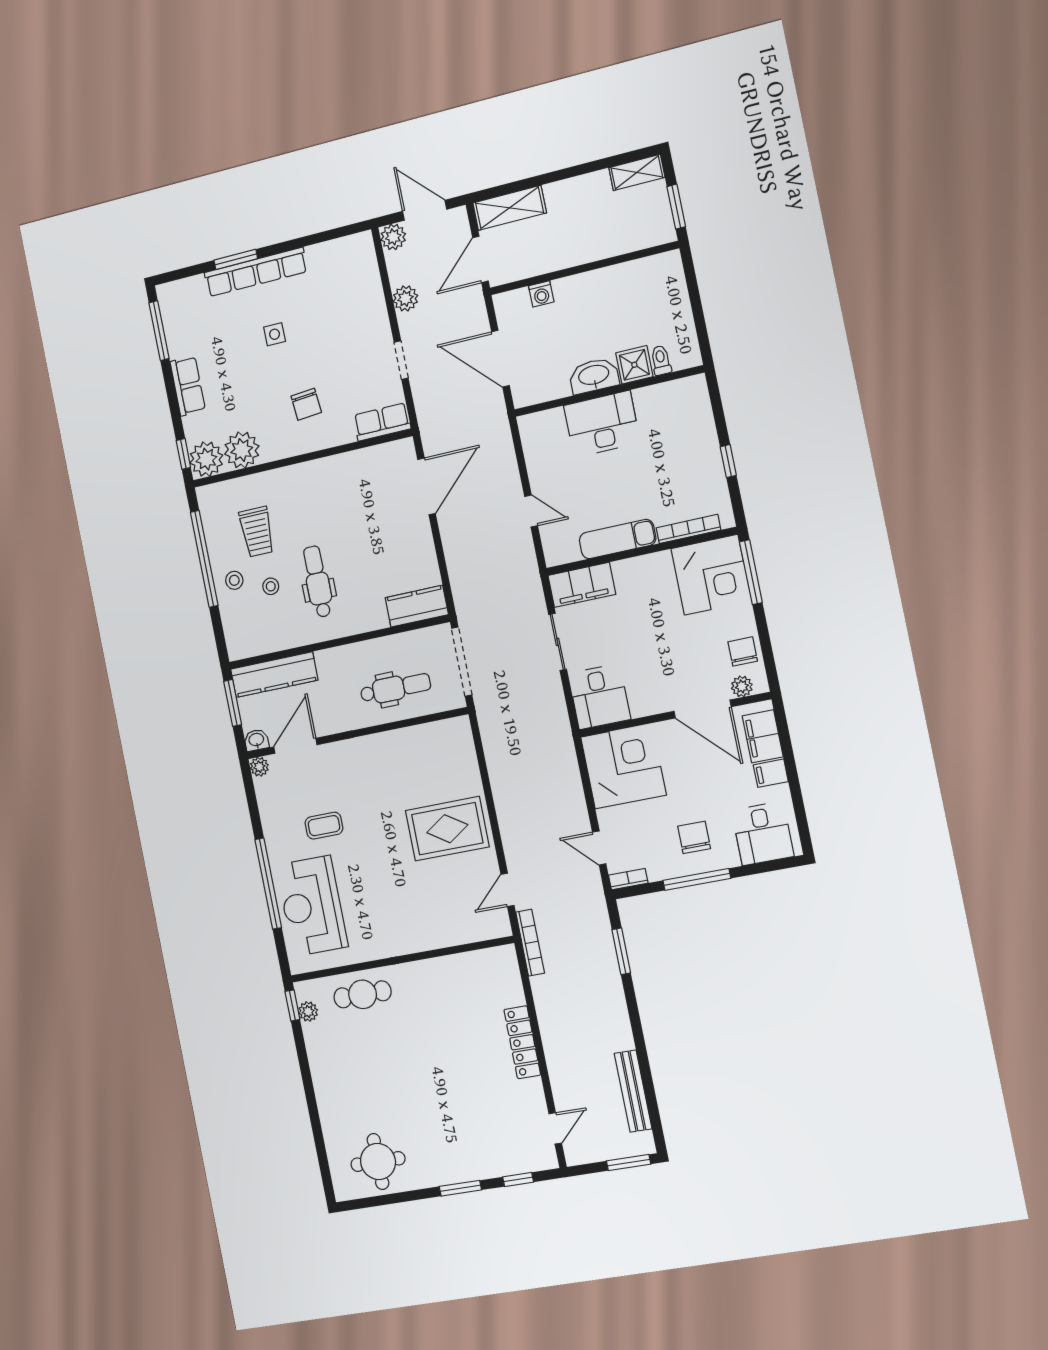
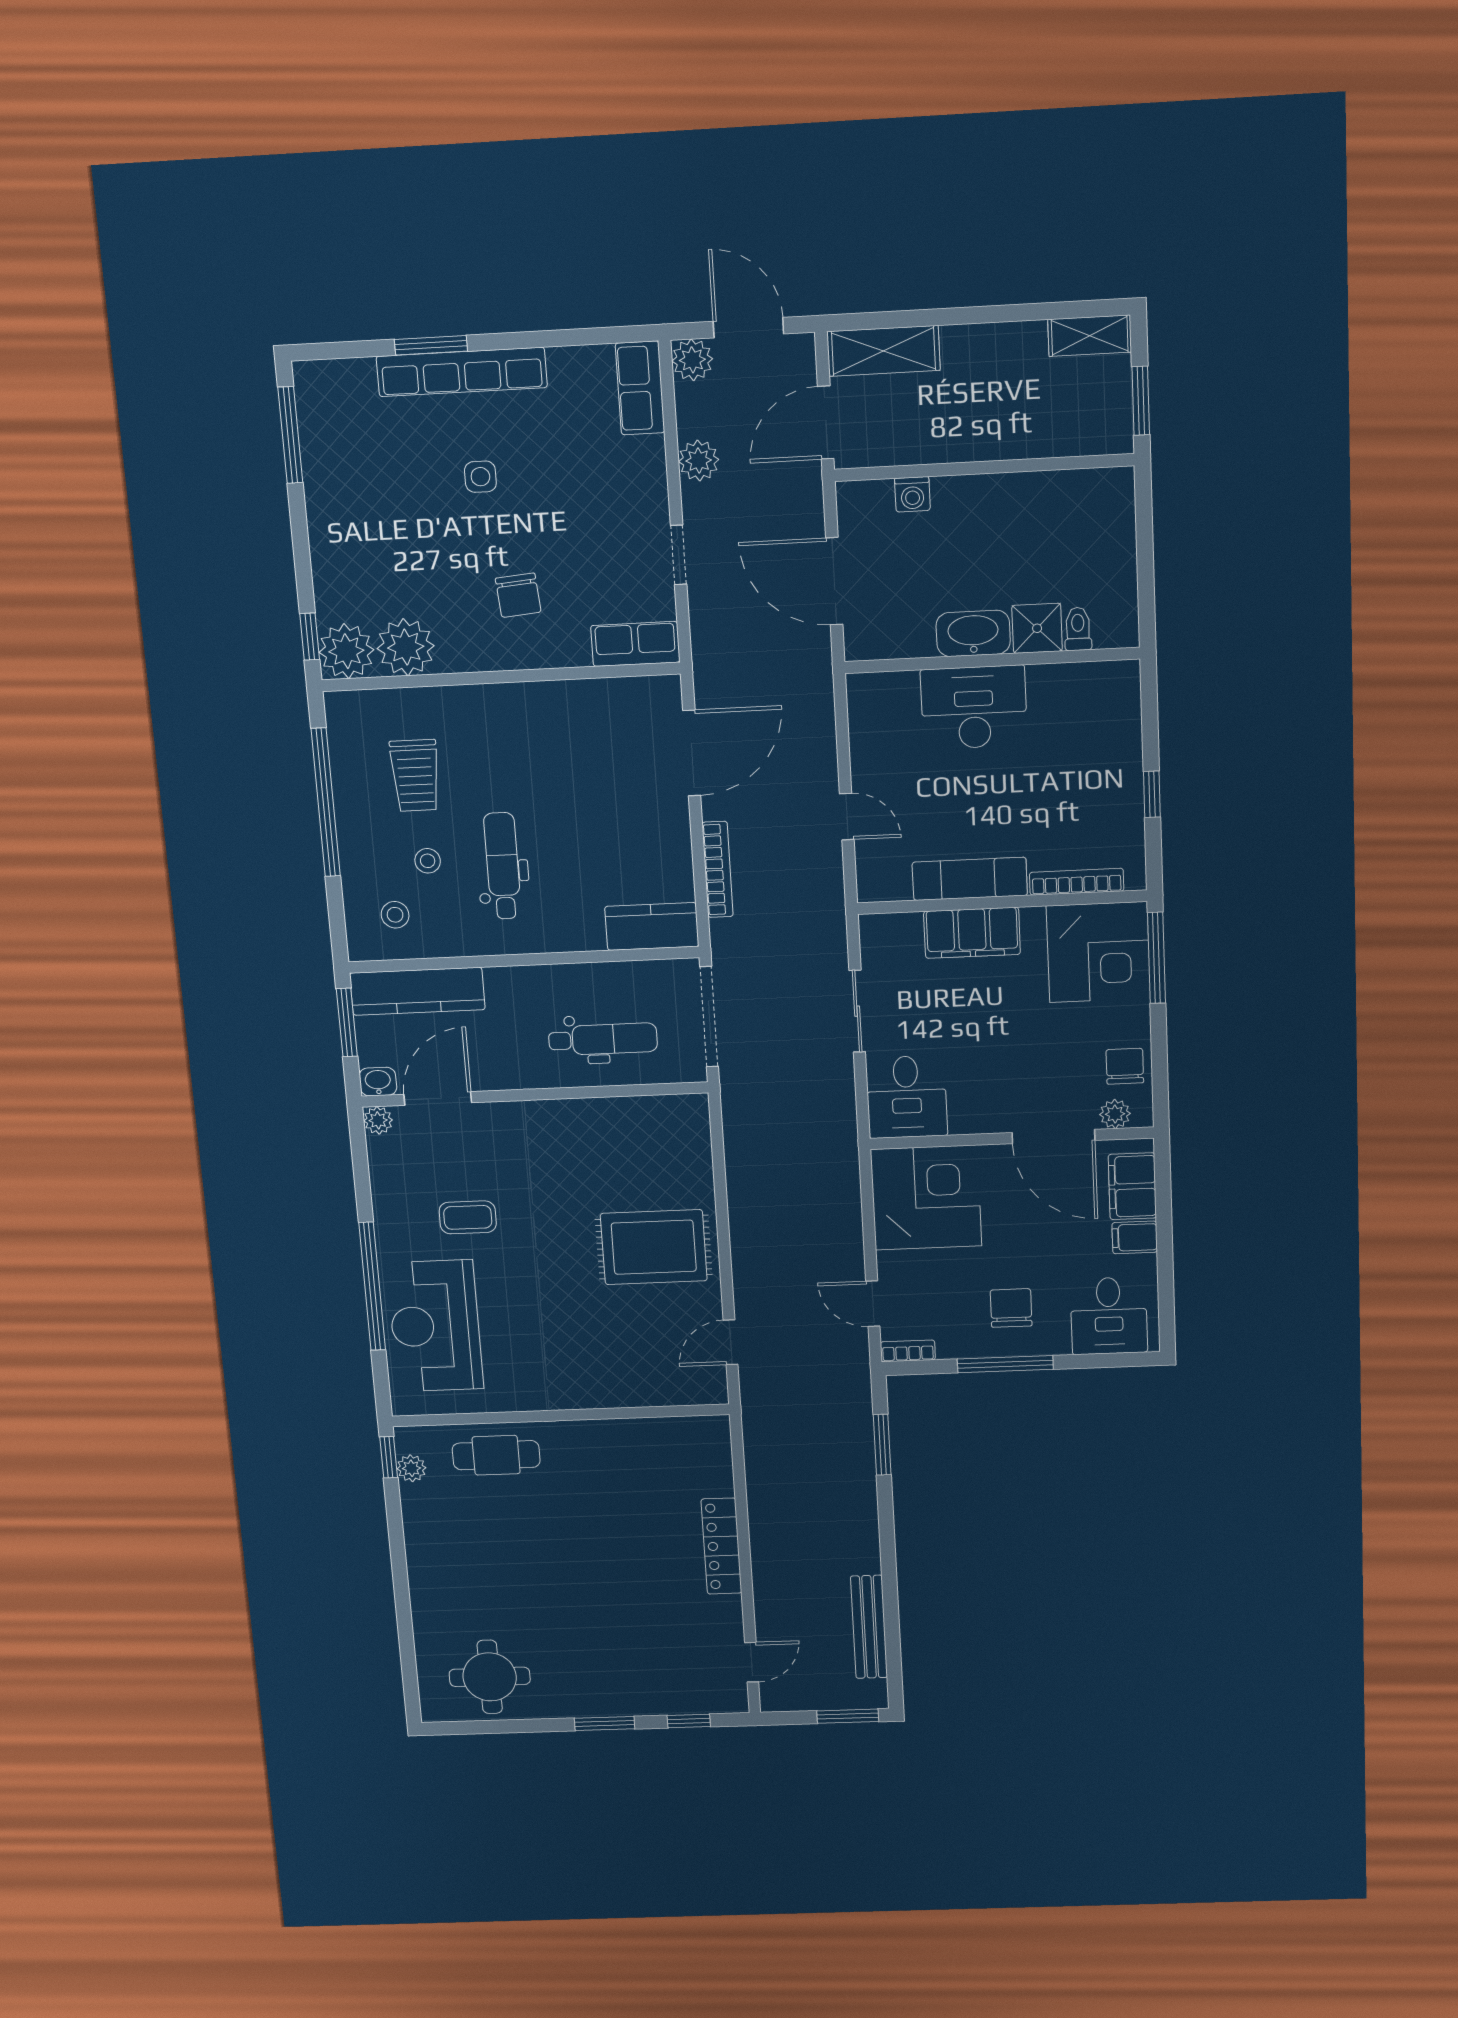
row of seats: (188, 386) -> (640, 388), moved, turned 180
stool: (234, 580) -> (395, 915), moved
filing cabinet: (582, 585) -> (972, 933), moved
bookcase: (530, 943) -> (718, 869), moved

